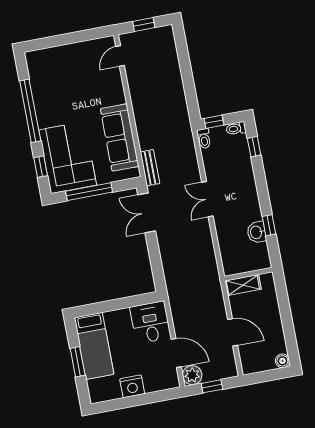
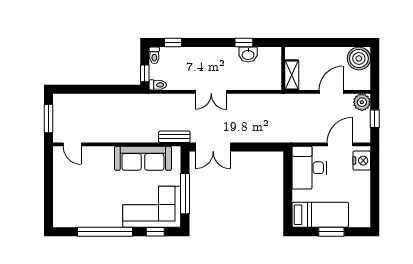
window: (144, 24) -> (48, 119), width x1.50
desk: (150, 322) -> (309, 168), width x1.37
boiler: (282, 361) -> (359, 58), width x1.86, depth x1.86
plant: (192, 375) -> (362, 102), moved
nightstand: (132, 386) -> (362, 161), moved

